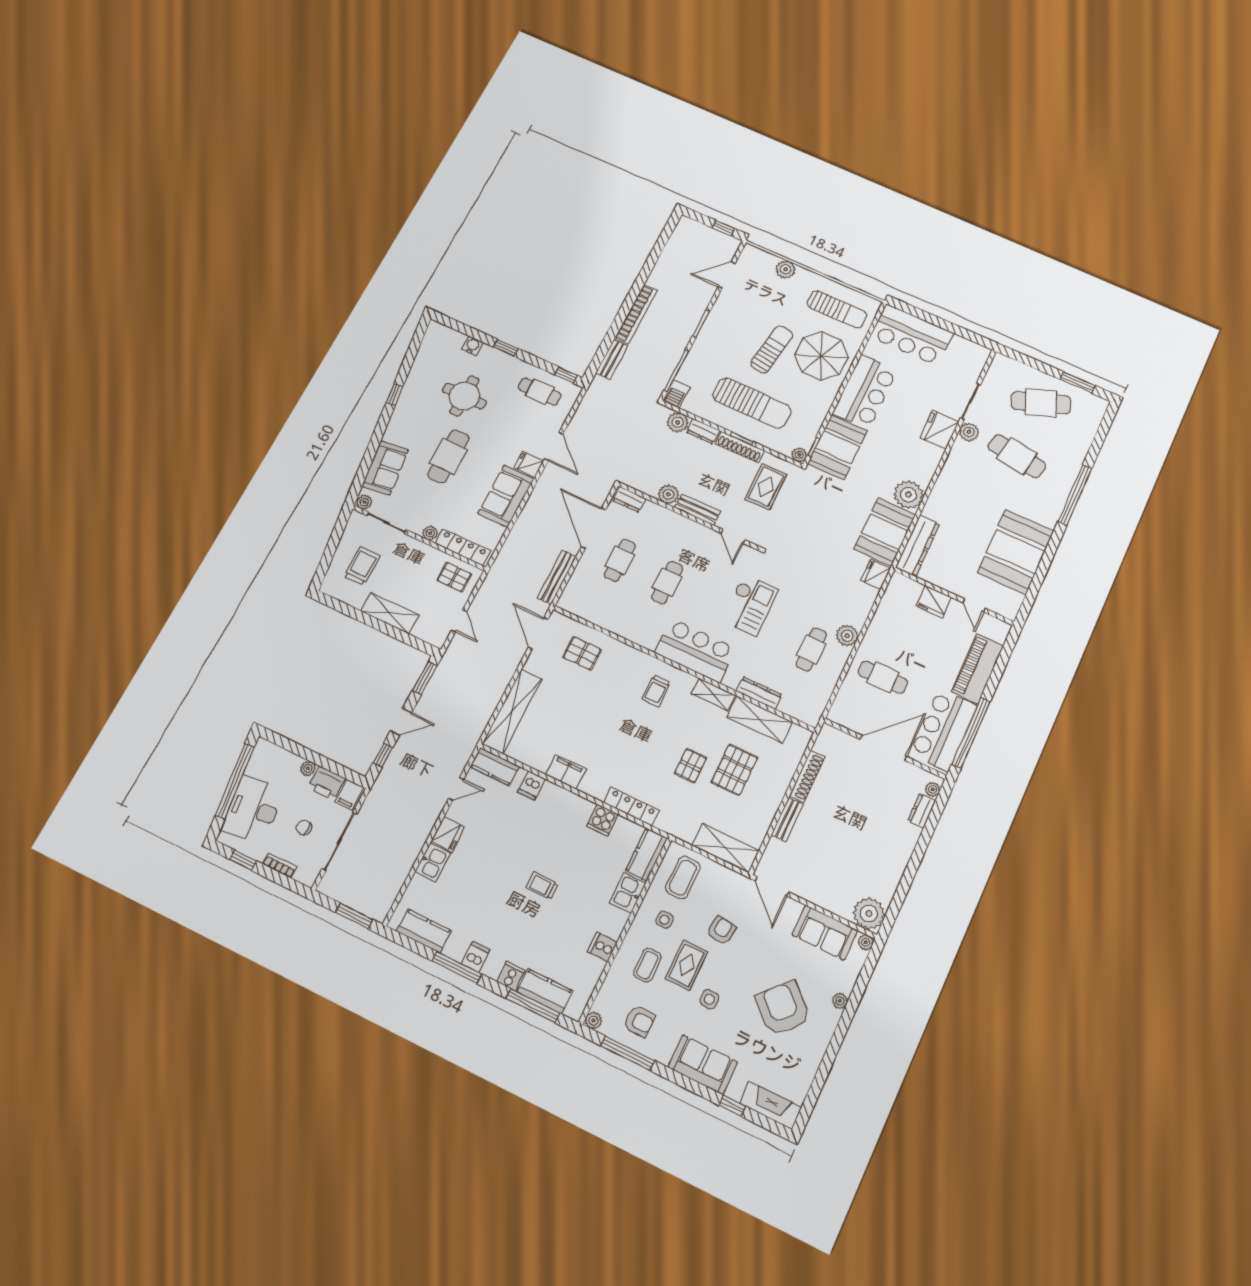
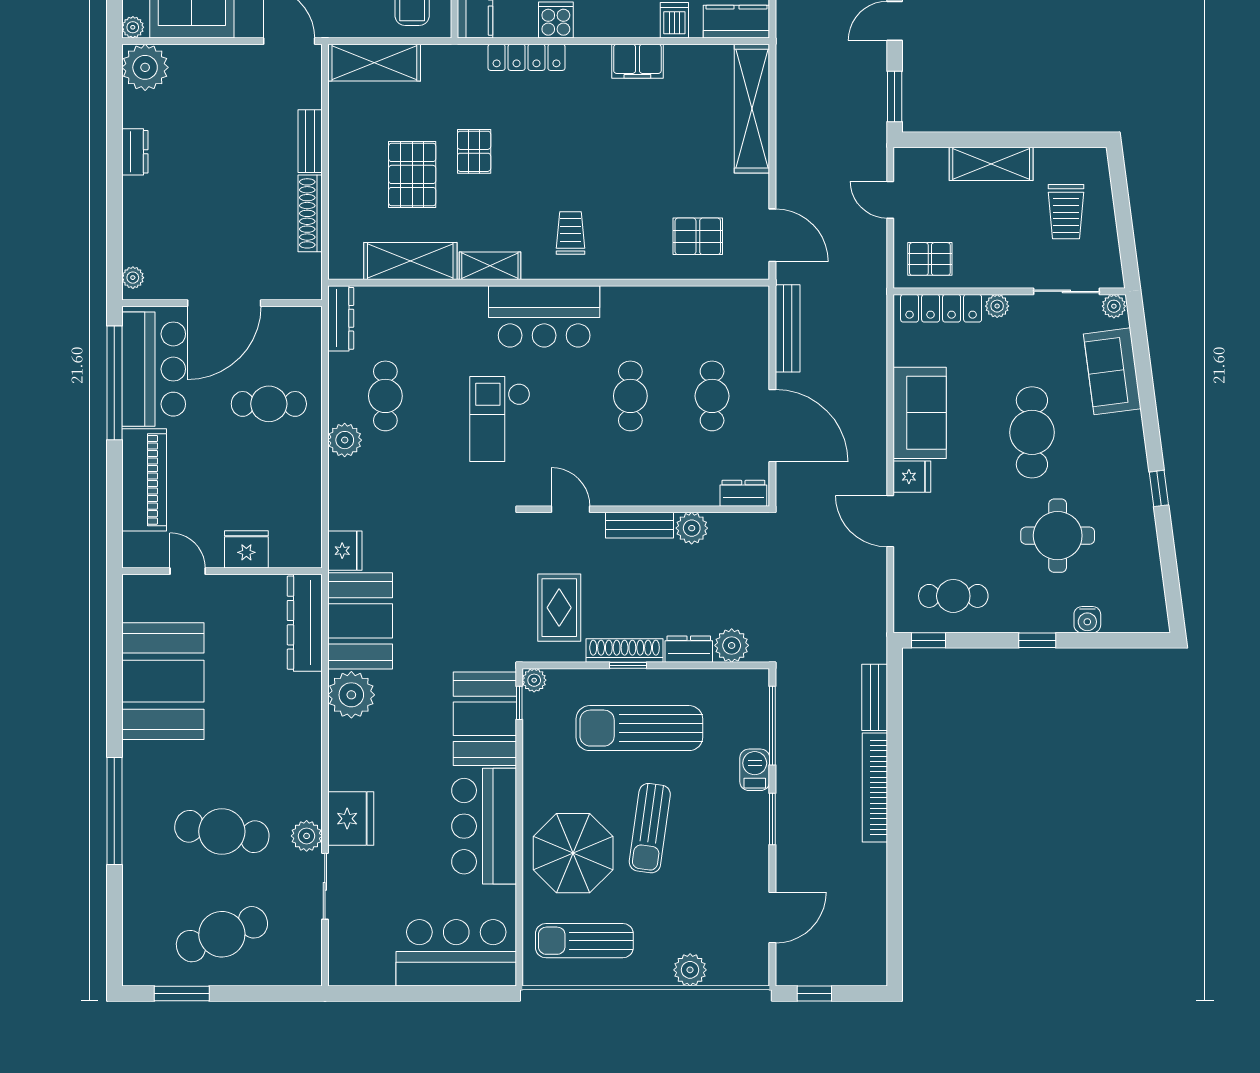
barbecue: (676, 394) -> (755, 770), moved
dresser: (759, 693) -> (341, 318), moved, turned -90
dresser: (922, 811) -> (135, 152), moved

